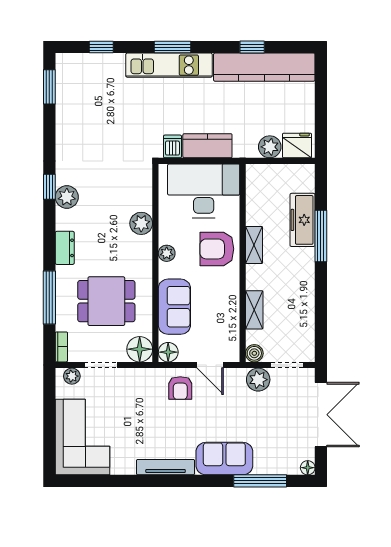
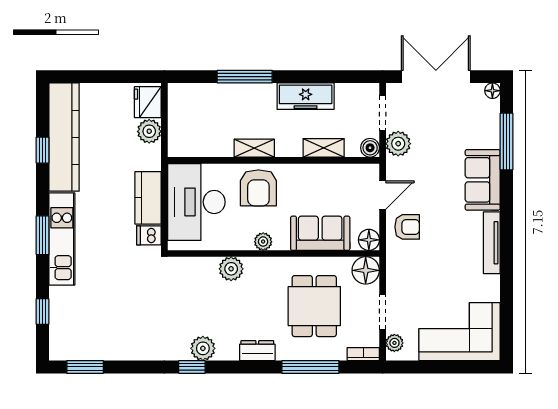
freezer: (303, 220) -> (306, 96), moved

